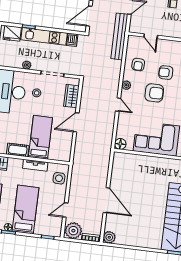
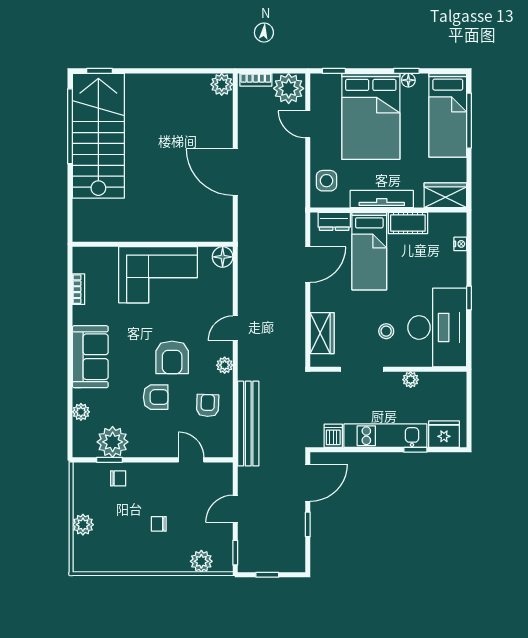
bench: (119, 36) -> (248, 424), moved
armchair: (154, 93) -> (172, 357), turned -90
door: (118, 105) -> (235, 328), hinge flipped
door: (76, 122) -> (308, 265), moved
dresser: (58, 156) -> (334, 221), added
tv unit: (35, 165) -> (382, 199), width x1.41
door: (106, 200) -> (235, 172), moved
bed: (25, 209) -> (371, 116), width x1.50
door: (65, 210) -> (308, 124), swing flipped

